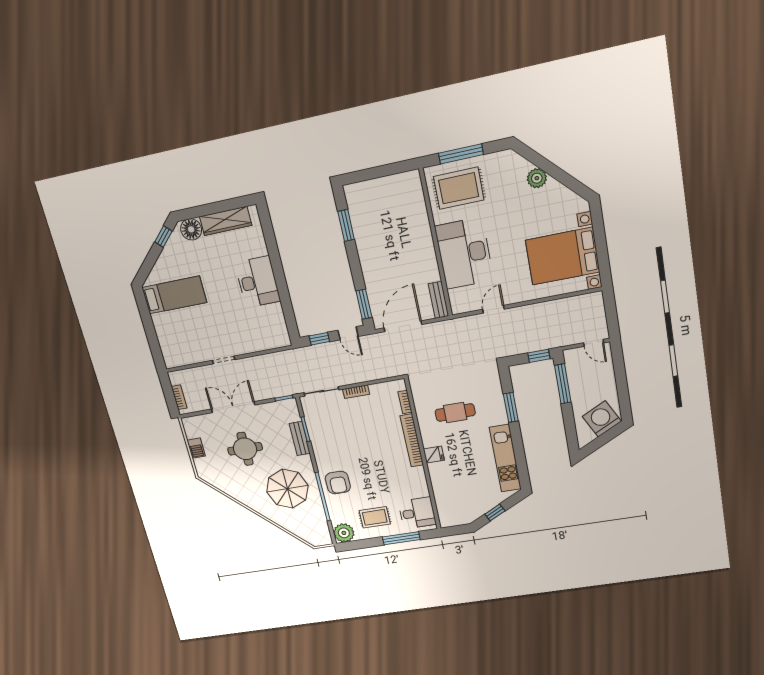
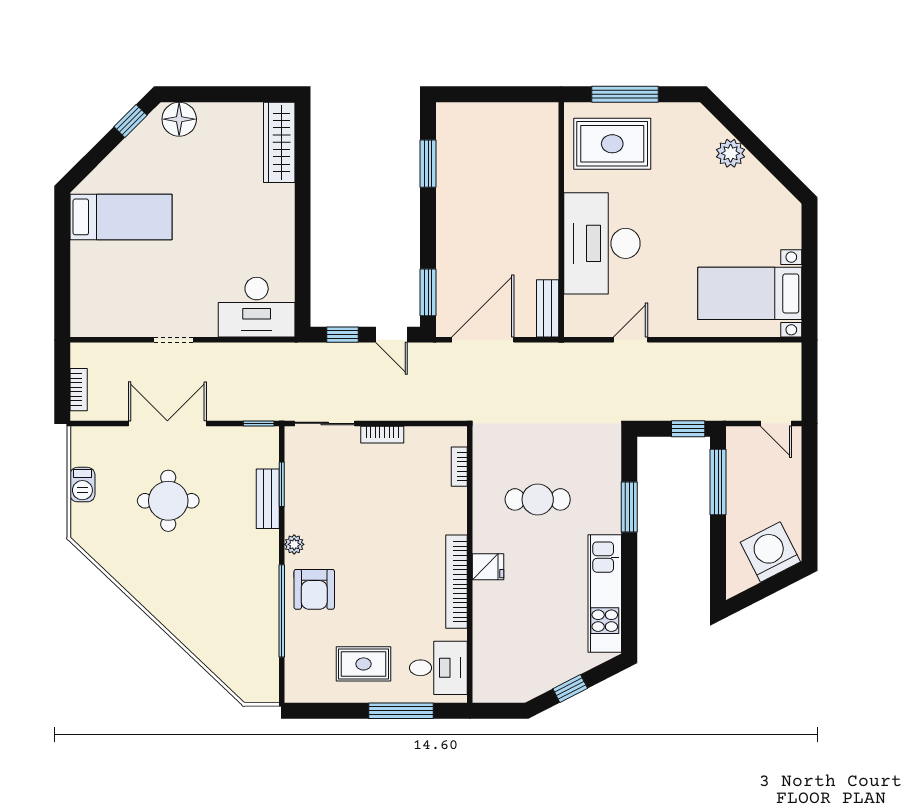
wardrobe: (226, 221) -> (279, 142), moved, turned 90
bed with nightstands: (563, 256) -> (750, 293), width x0.73
desk: (258, 282) -> (257, 307), moved, turned 90
bookcase: (412, 440) -> (457, 582), moved
parasol: (287, 489) -> (223, 586), removed
plant: (344, 533) -> (294, 544), moved, width x0.53, depth x0.53

